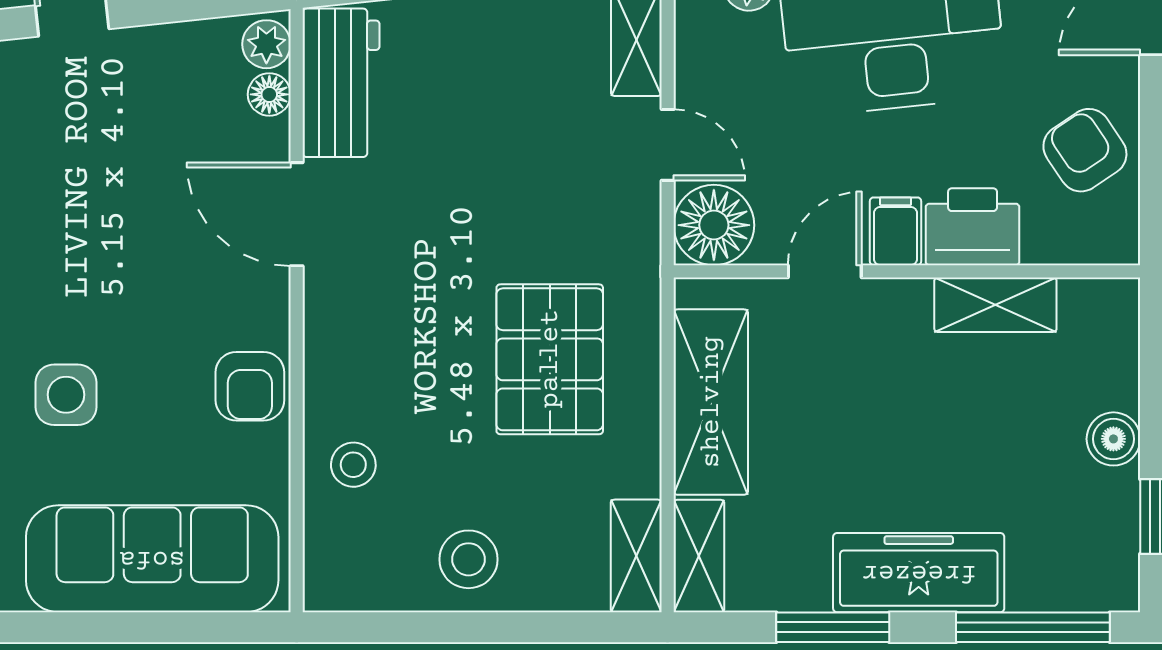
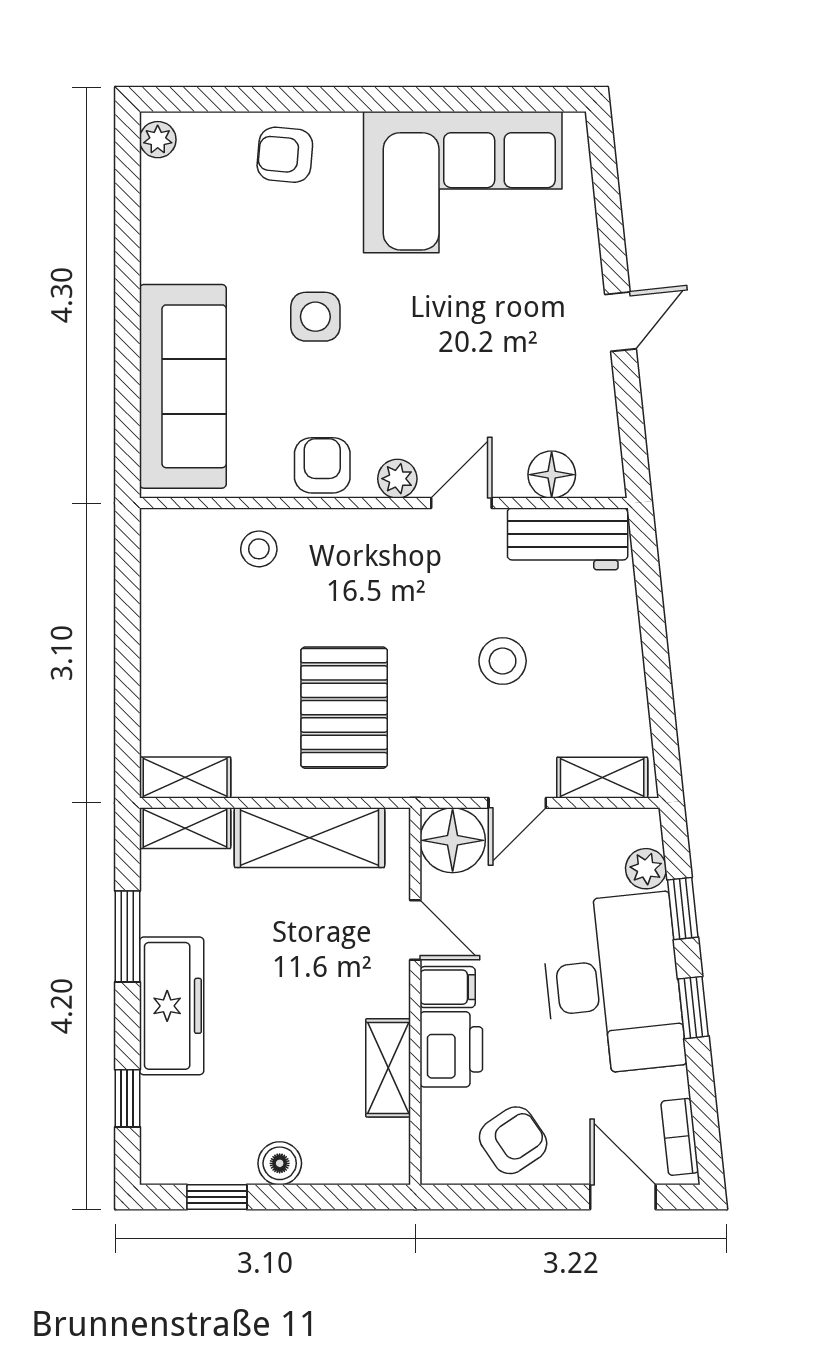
plant: (266, 44) -> (397, 479), moved
floor lamp: (269, 94) -> (552, 475), width x1.37, depth x1.37
door: (297, 214) -> (461, 503), width x0.73
pallet: (550, 359) -> (344, 708), turned 90
armchair: (250, 386) -> (322, 465), turned 90
stool: (468, 559) -> (503, 661), moved
window: (1033, 627) -> (127, 1098), width x0.46

